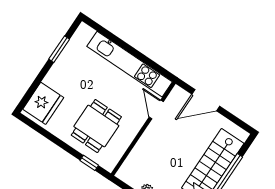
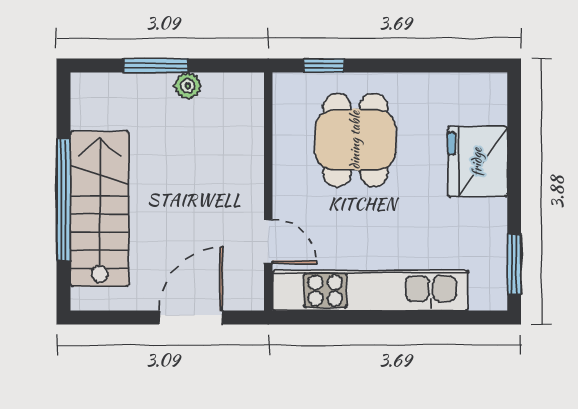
window: (59, 49) -> (514, 264), moved
fridge: (43, 103) -> (477, 162), moved

